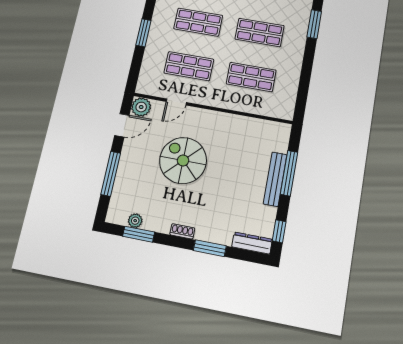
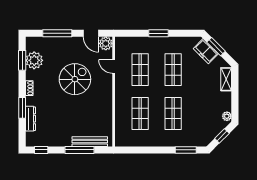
bench: (275, 179) -> (90, 142), moved
plant: (135, 221) -> (34, 60), width x1.88, depth x1.88
dresser: (252, 243) -> (30, 119), moved

